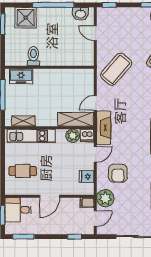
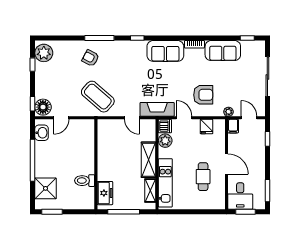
floor lamp: (106, 15) -> (43, 107), added
shelving: (76, 119) -> (148, 160), moved
cafe table: (23, 171) -> (203, 177), moved
plant: (105, 198) -> (228, 112), width x0.53, depth x0.53

